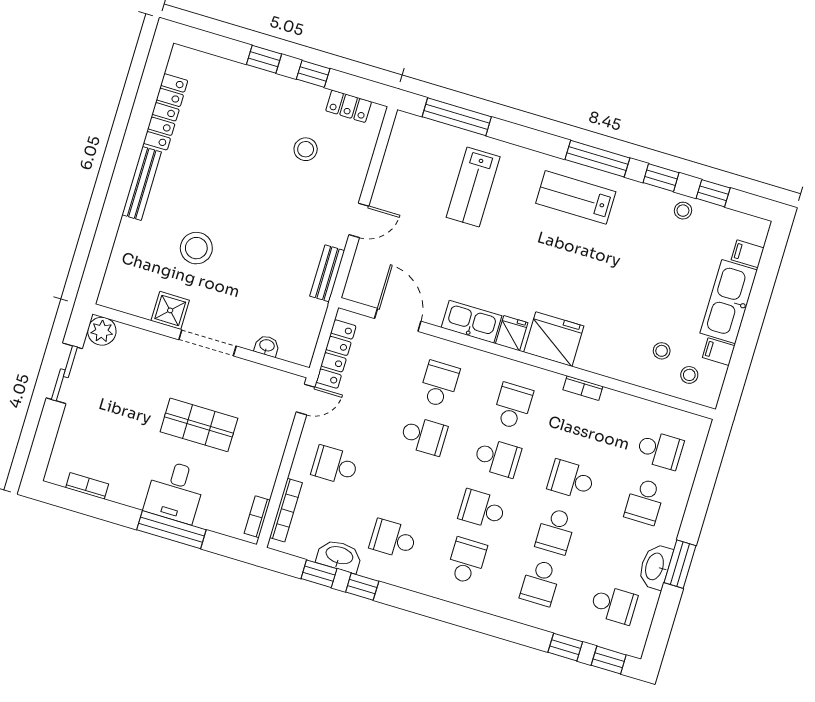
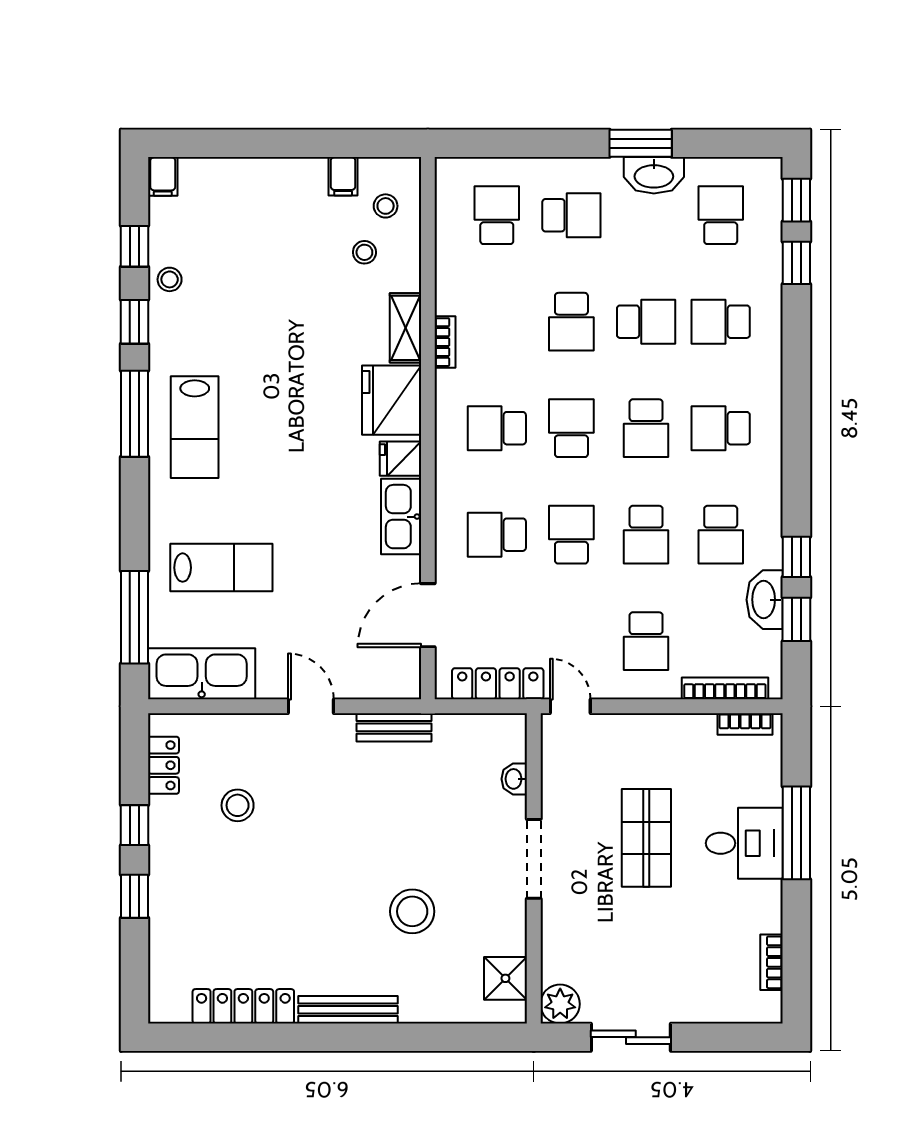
filing cabinet: (748, 254) -> (163, 176), moved
kitchen sink: (729, 302) -> (202, 674), moved, turned 180
shower: (170, 310) -> (505, 978), moved
shelving: (601, 364) -> (405, 328), added
school desk: (408, 487) -> (646, 535), added
school desk: (540, 583) -> (721, 322), turned 180

